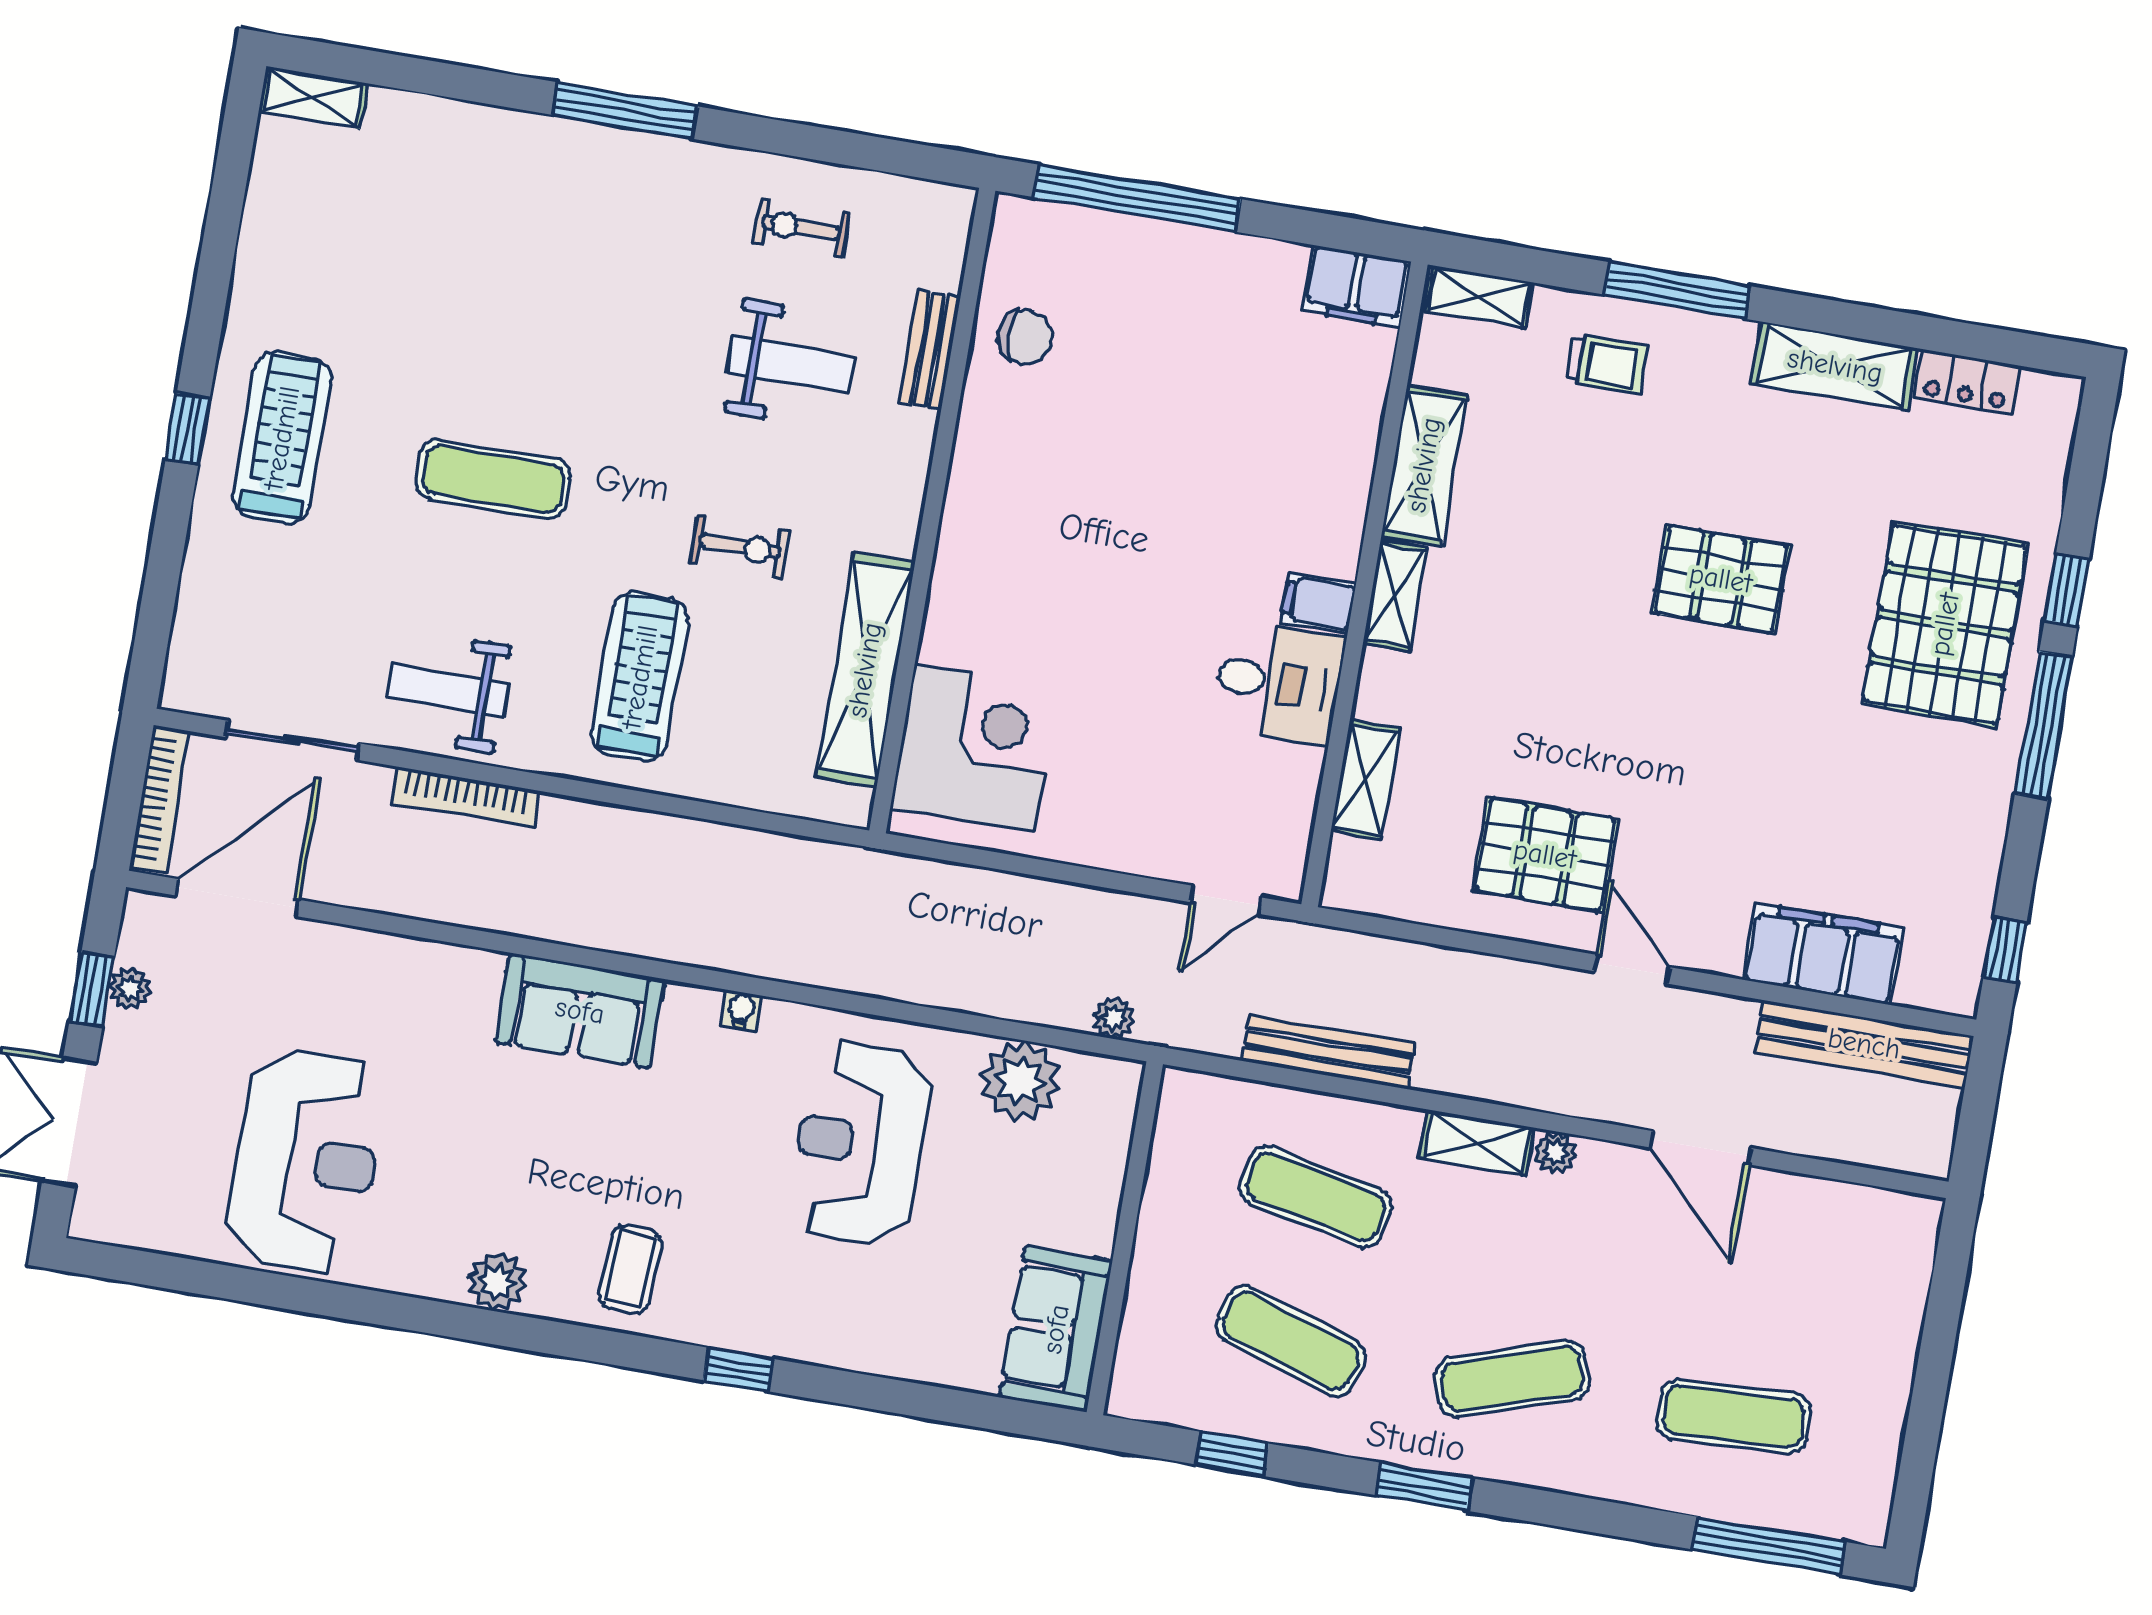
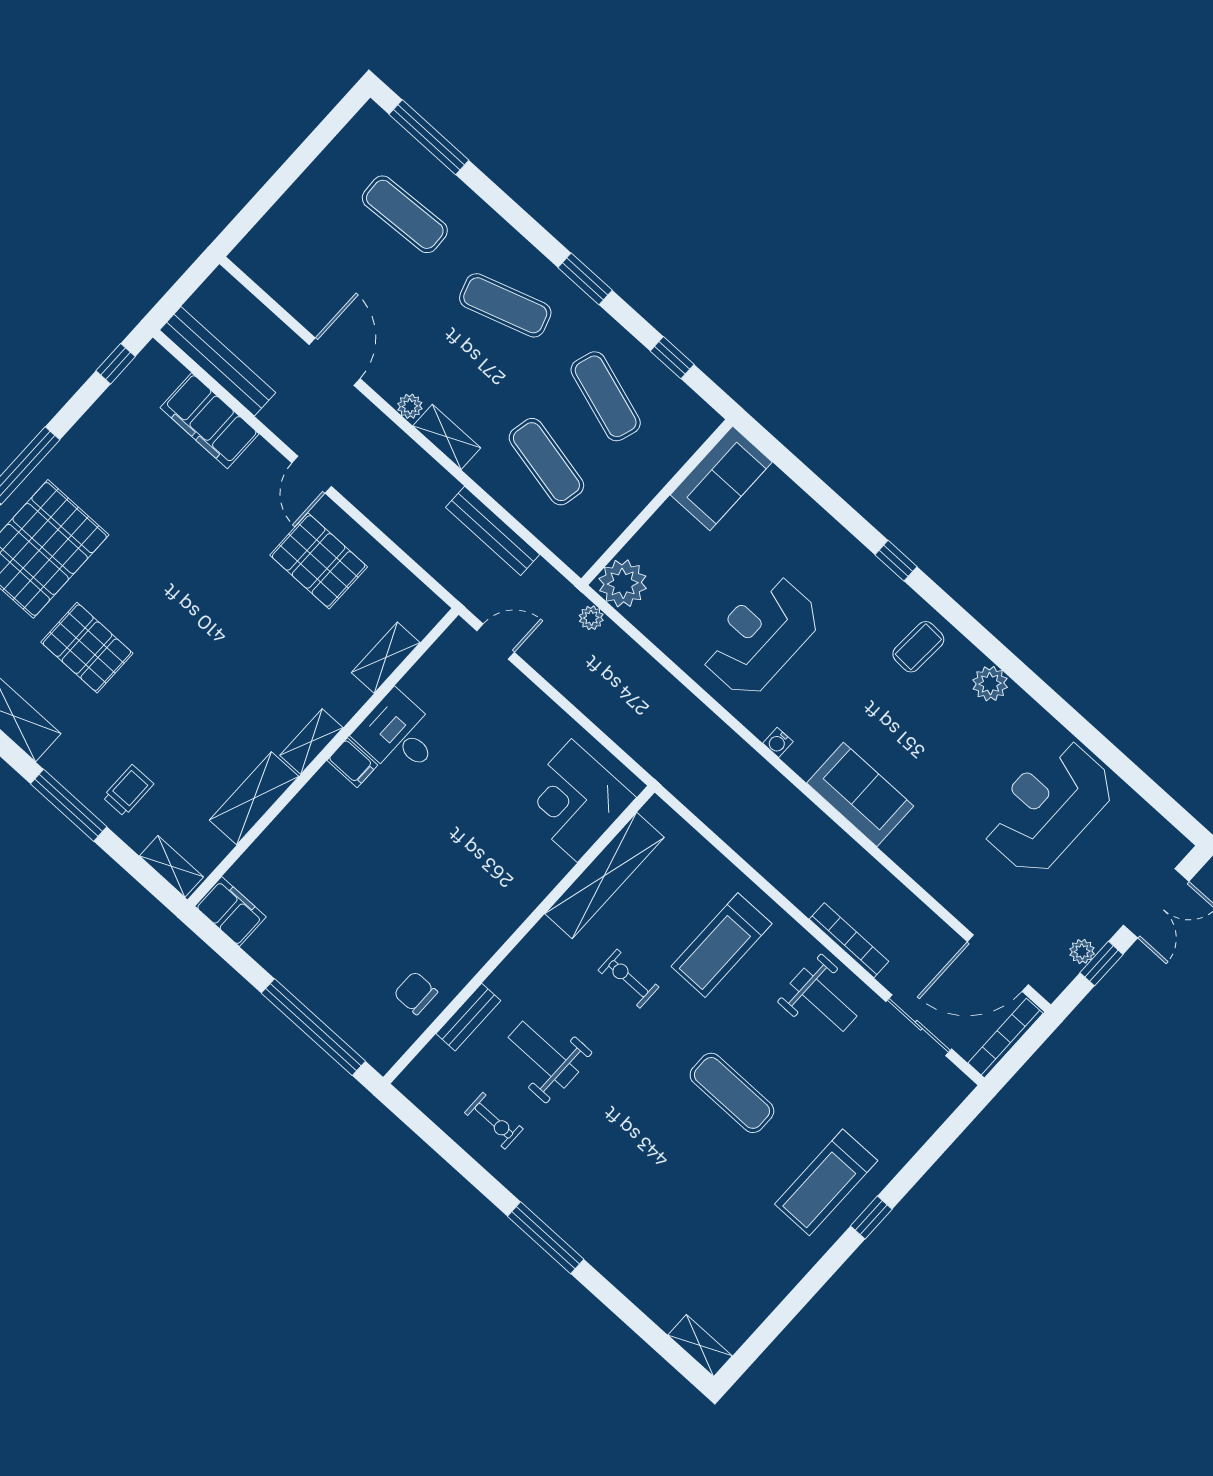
trolley: (1607, 364) -> (128, 790), turned 90
pallet: (1721, 579) -> (87, 648), moved
plant: (1020, 1081) -> (623, 583), moved
reception desk: (861, 1144) -> (760, 636), turned 180

